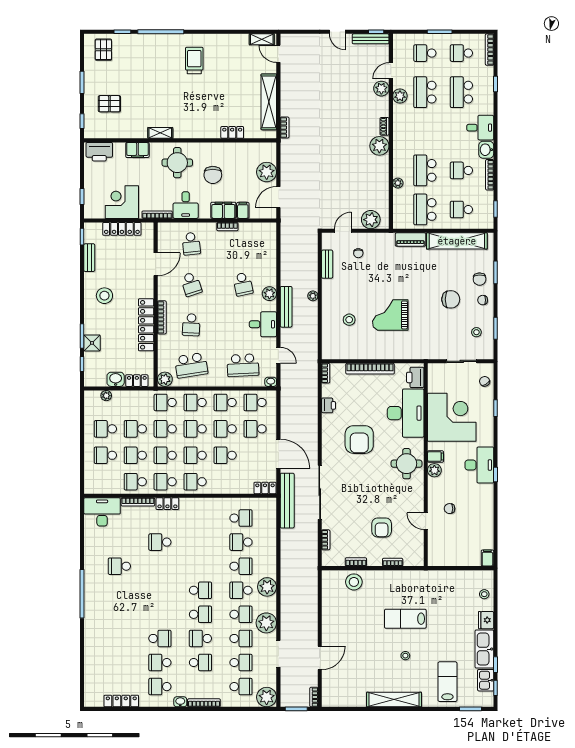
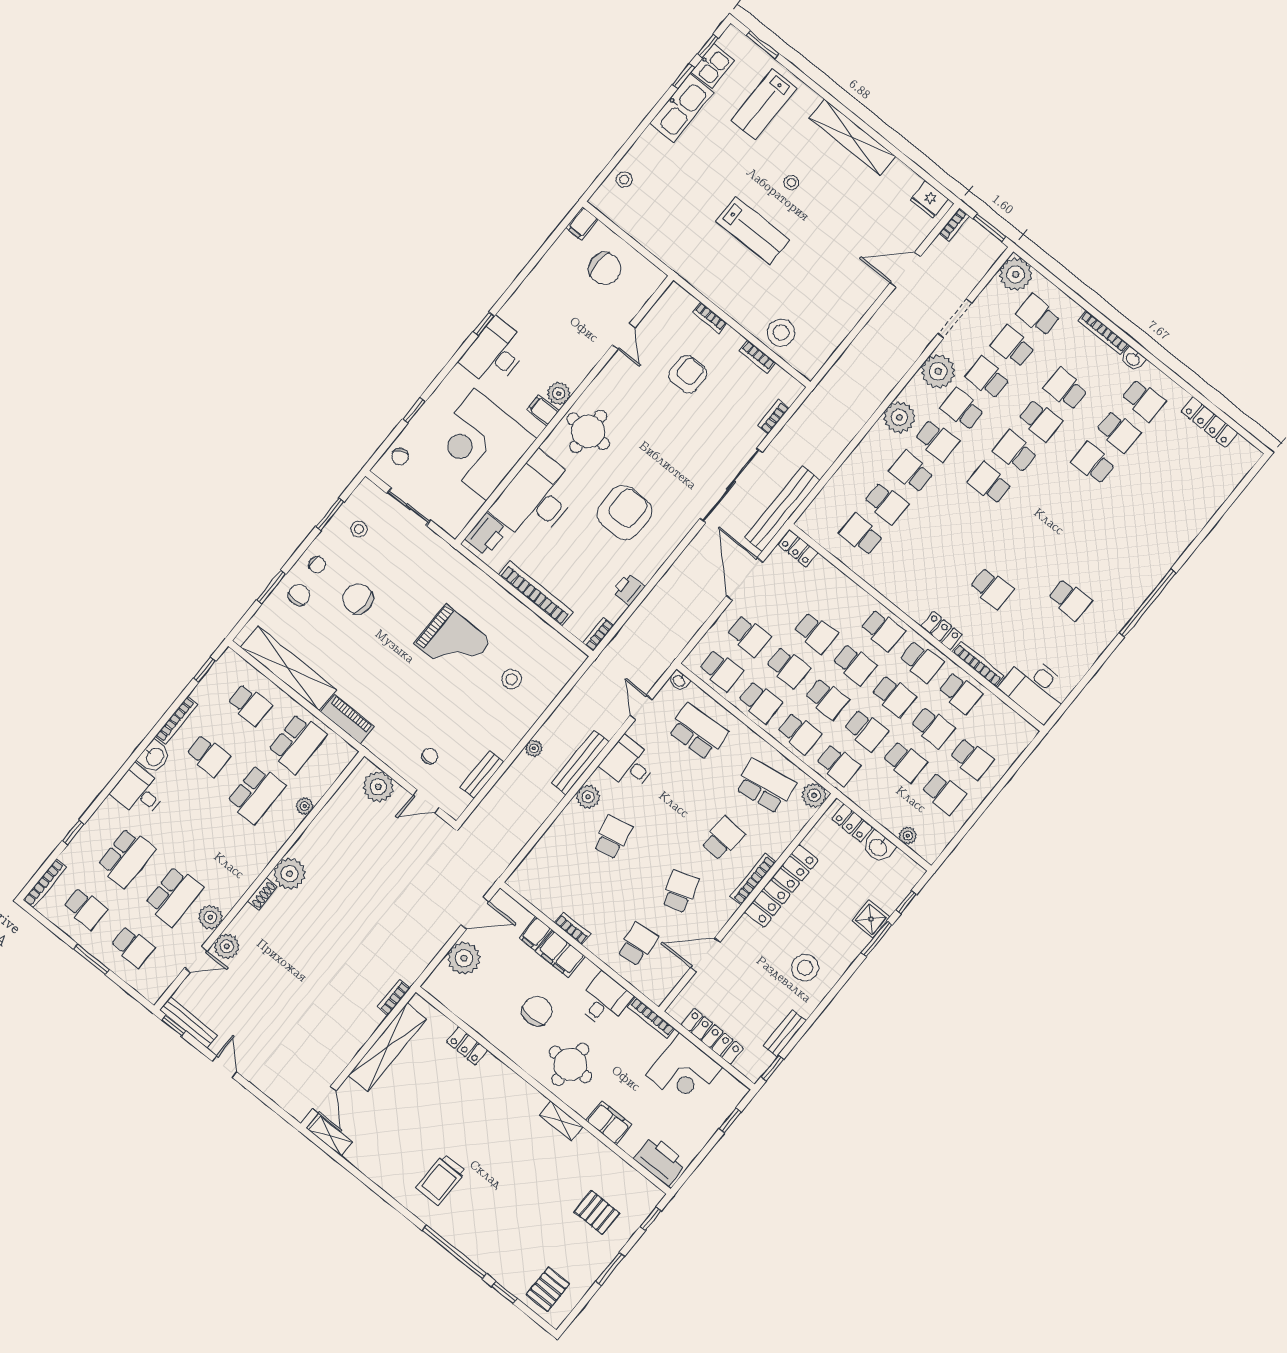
chair: (450, 509) -> (605, 268), moved, width x1.87, depth x1.87
fridge: (486, 620) -> (929, 200), moved, turned 90

